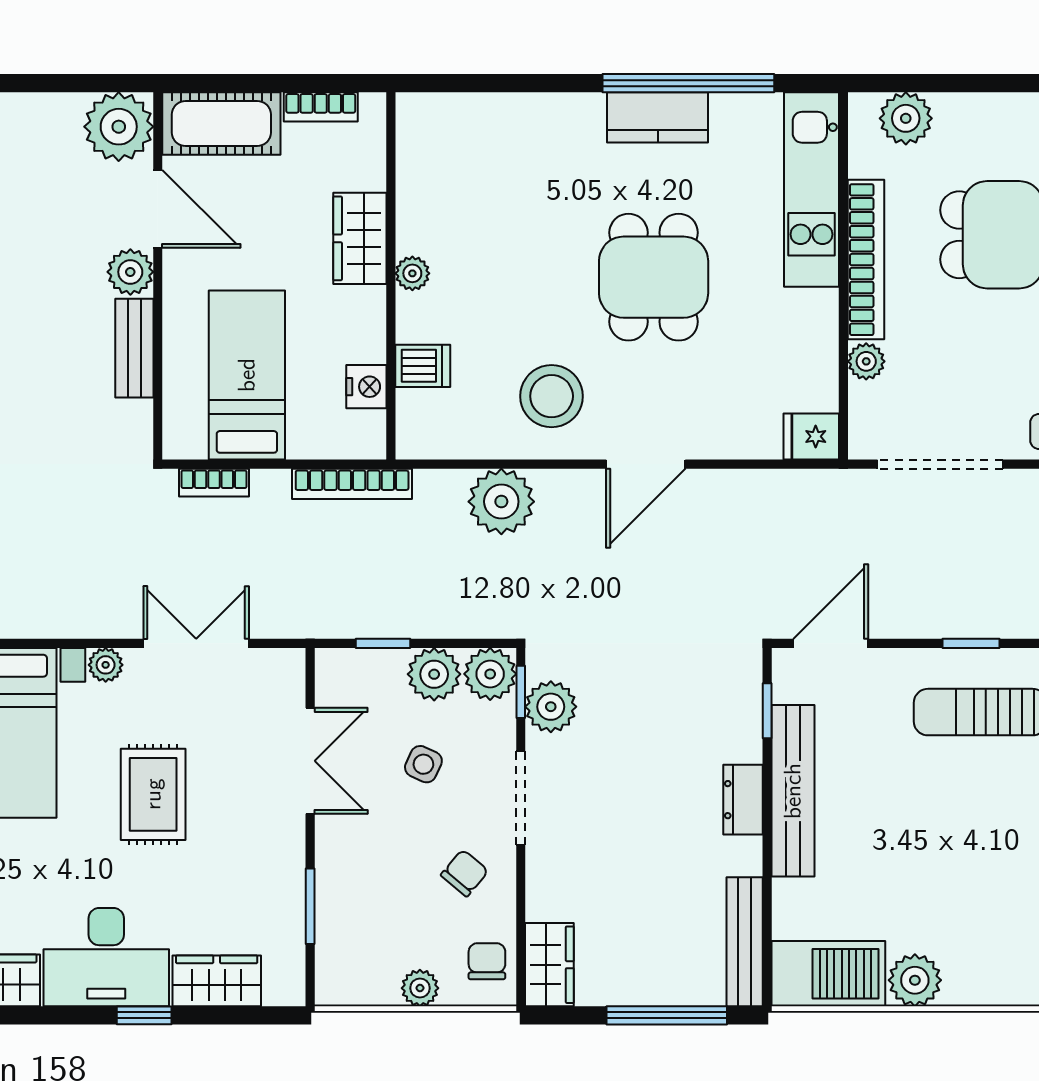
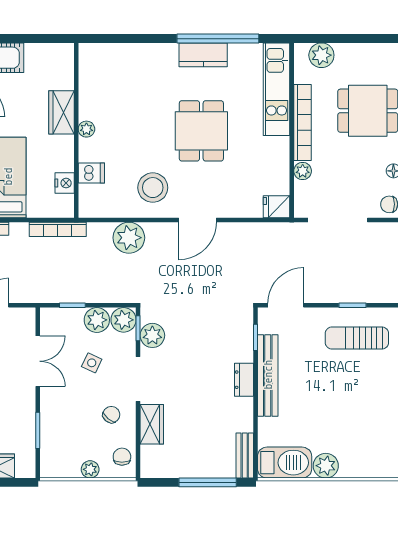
bookcase: (321, 107) -> (43, 50), removed
bench: (745, 942) -> (245, 456), width x0.73
wardrobe: (549, 965) -> (152, 424), moved

